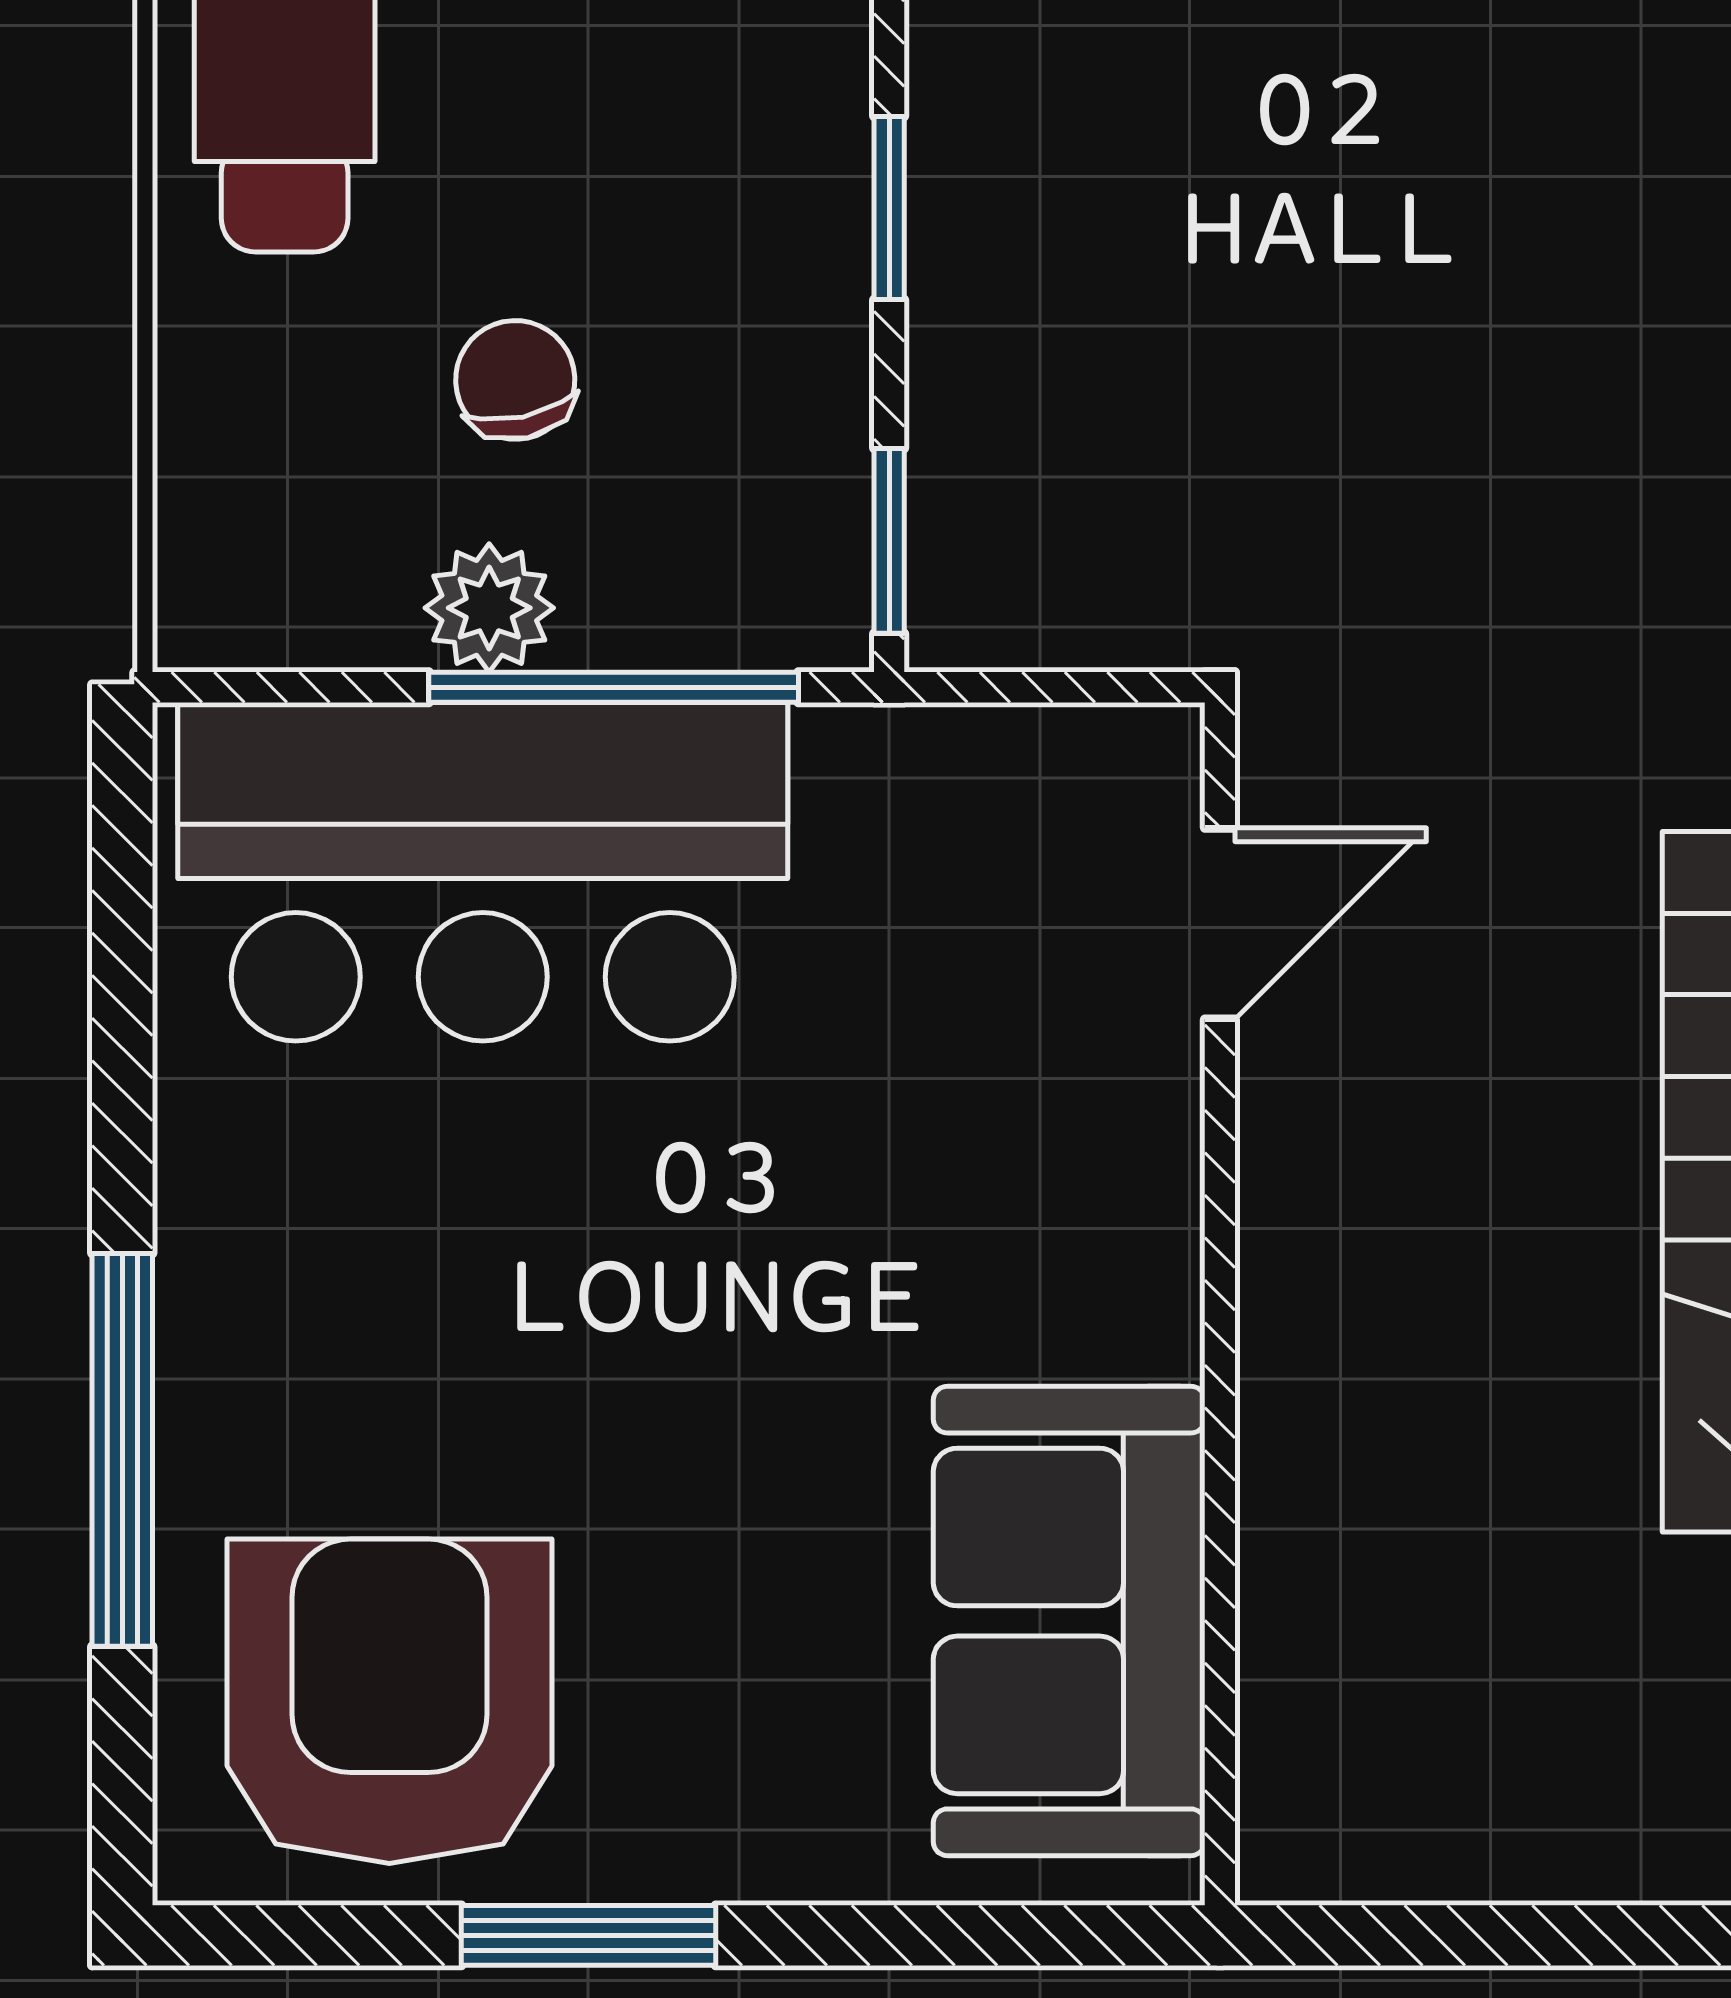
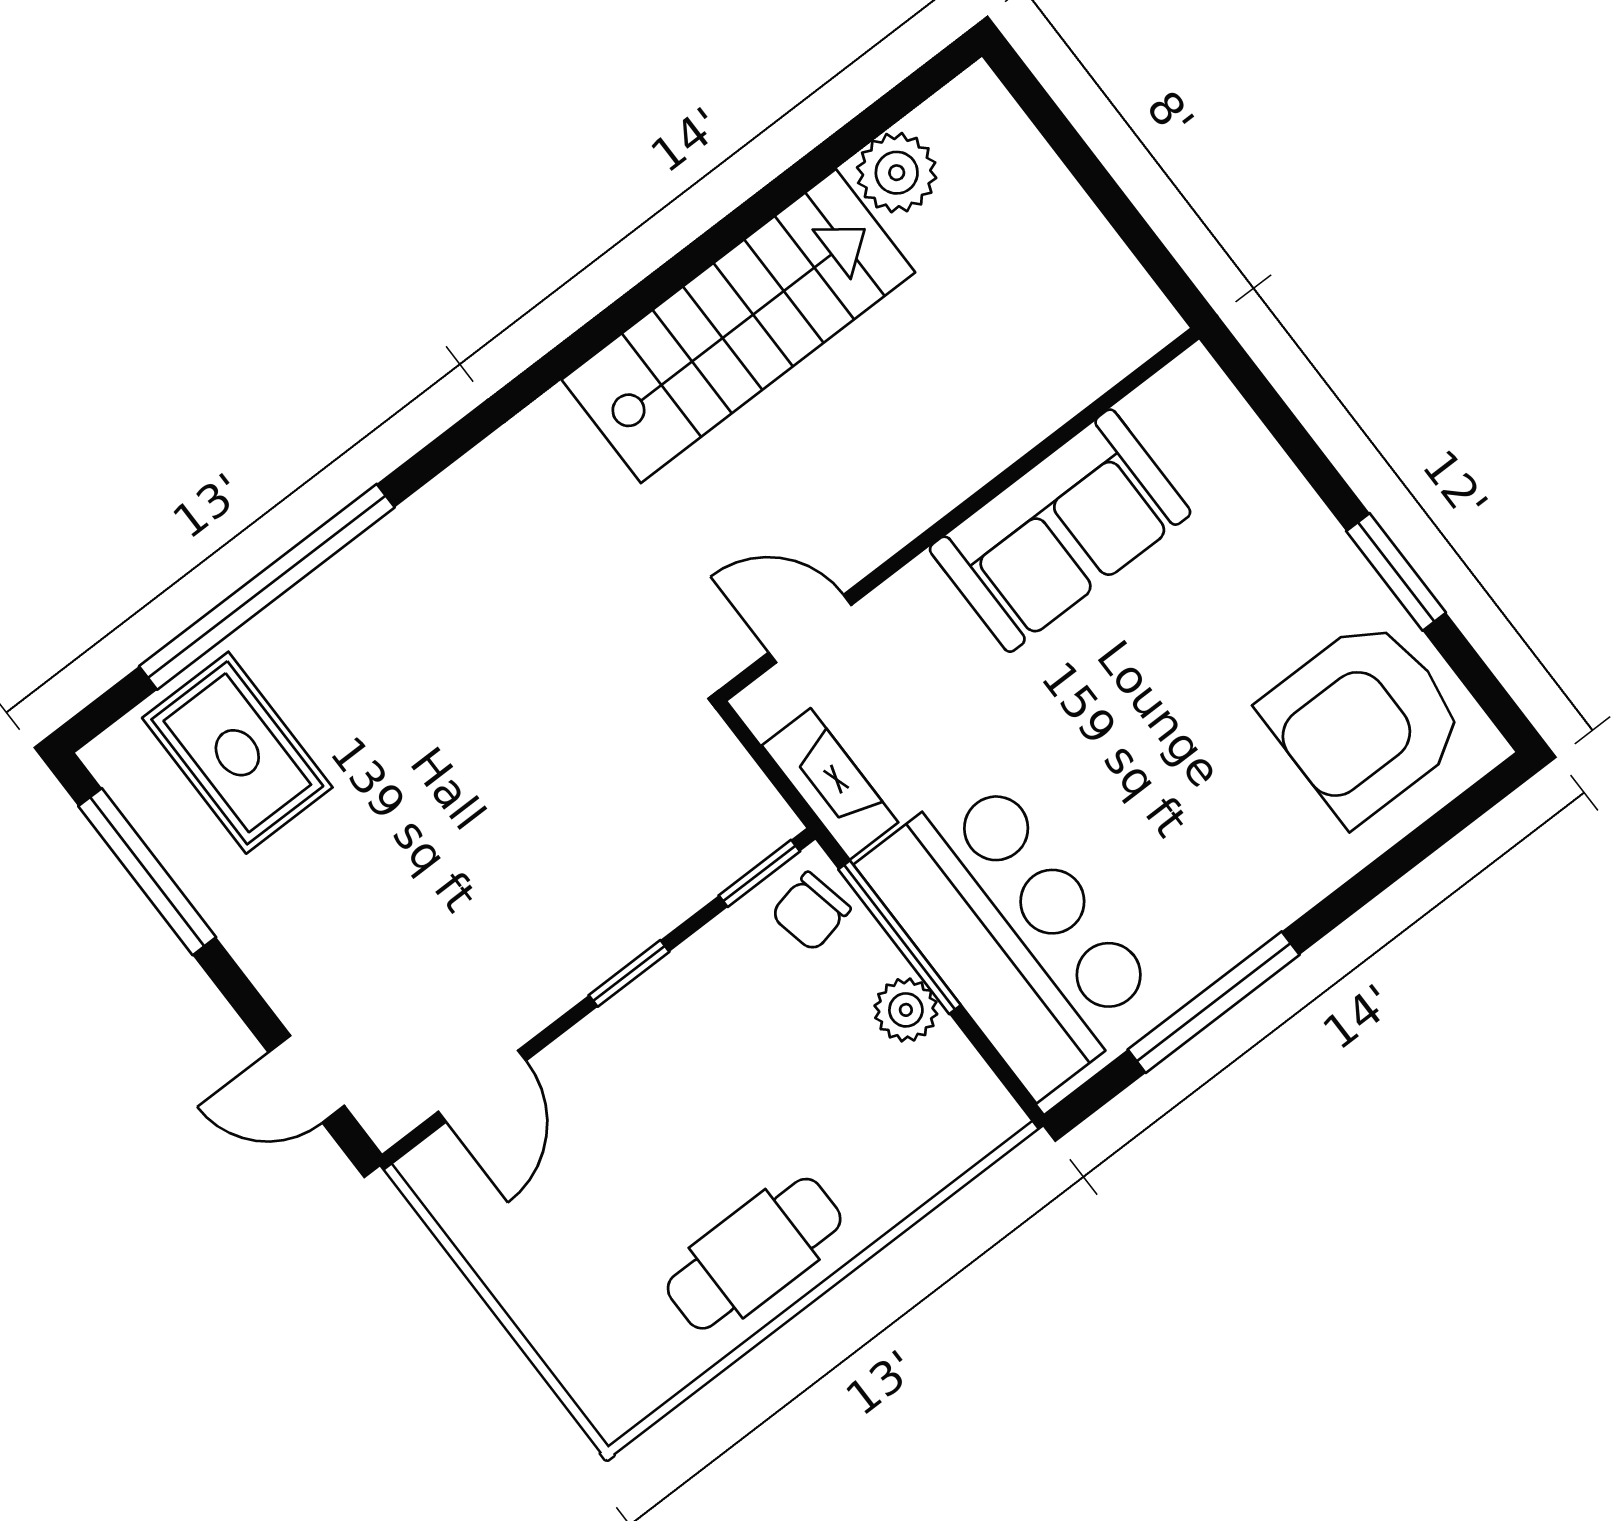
chair: (515, 380) -> (811, 912), moved
fireplace: (946, 765) -> (830, 784), added
window: (122, 1450) -> (1214, 1002), moved
sofa: (1069, 1621) -> (1060, 531), moved

